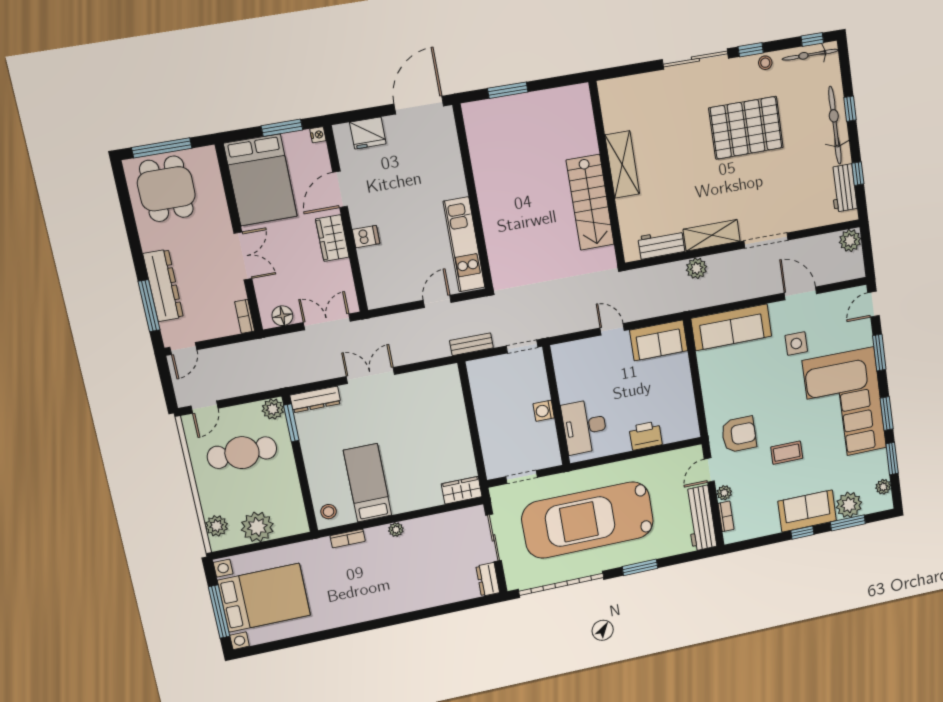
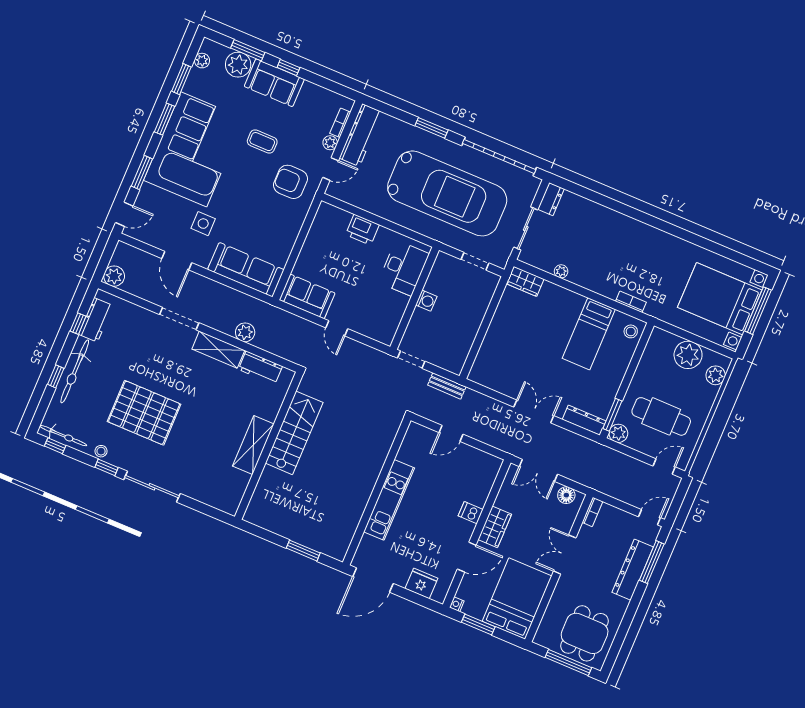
kitchen unit: (464, 244) -> (389, 500), moved
double door: (370, 375) -> (534, 411), swing flipped
plant: (396, 530) -> (561, 271), moved

